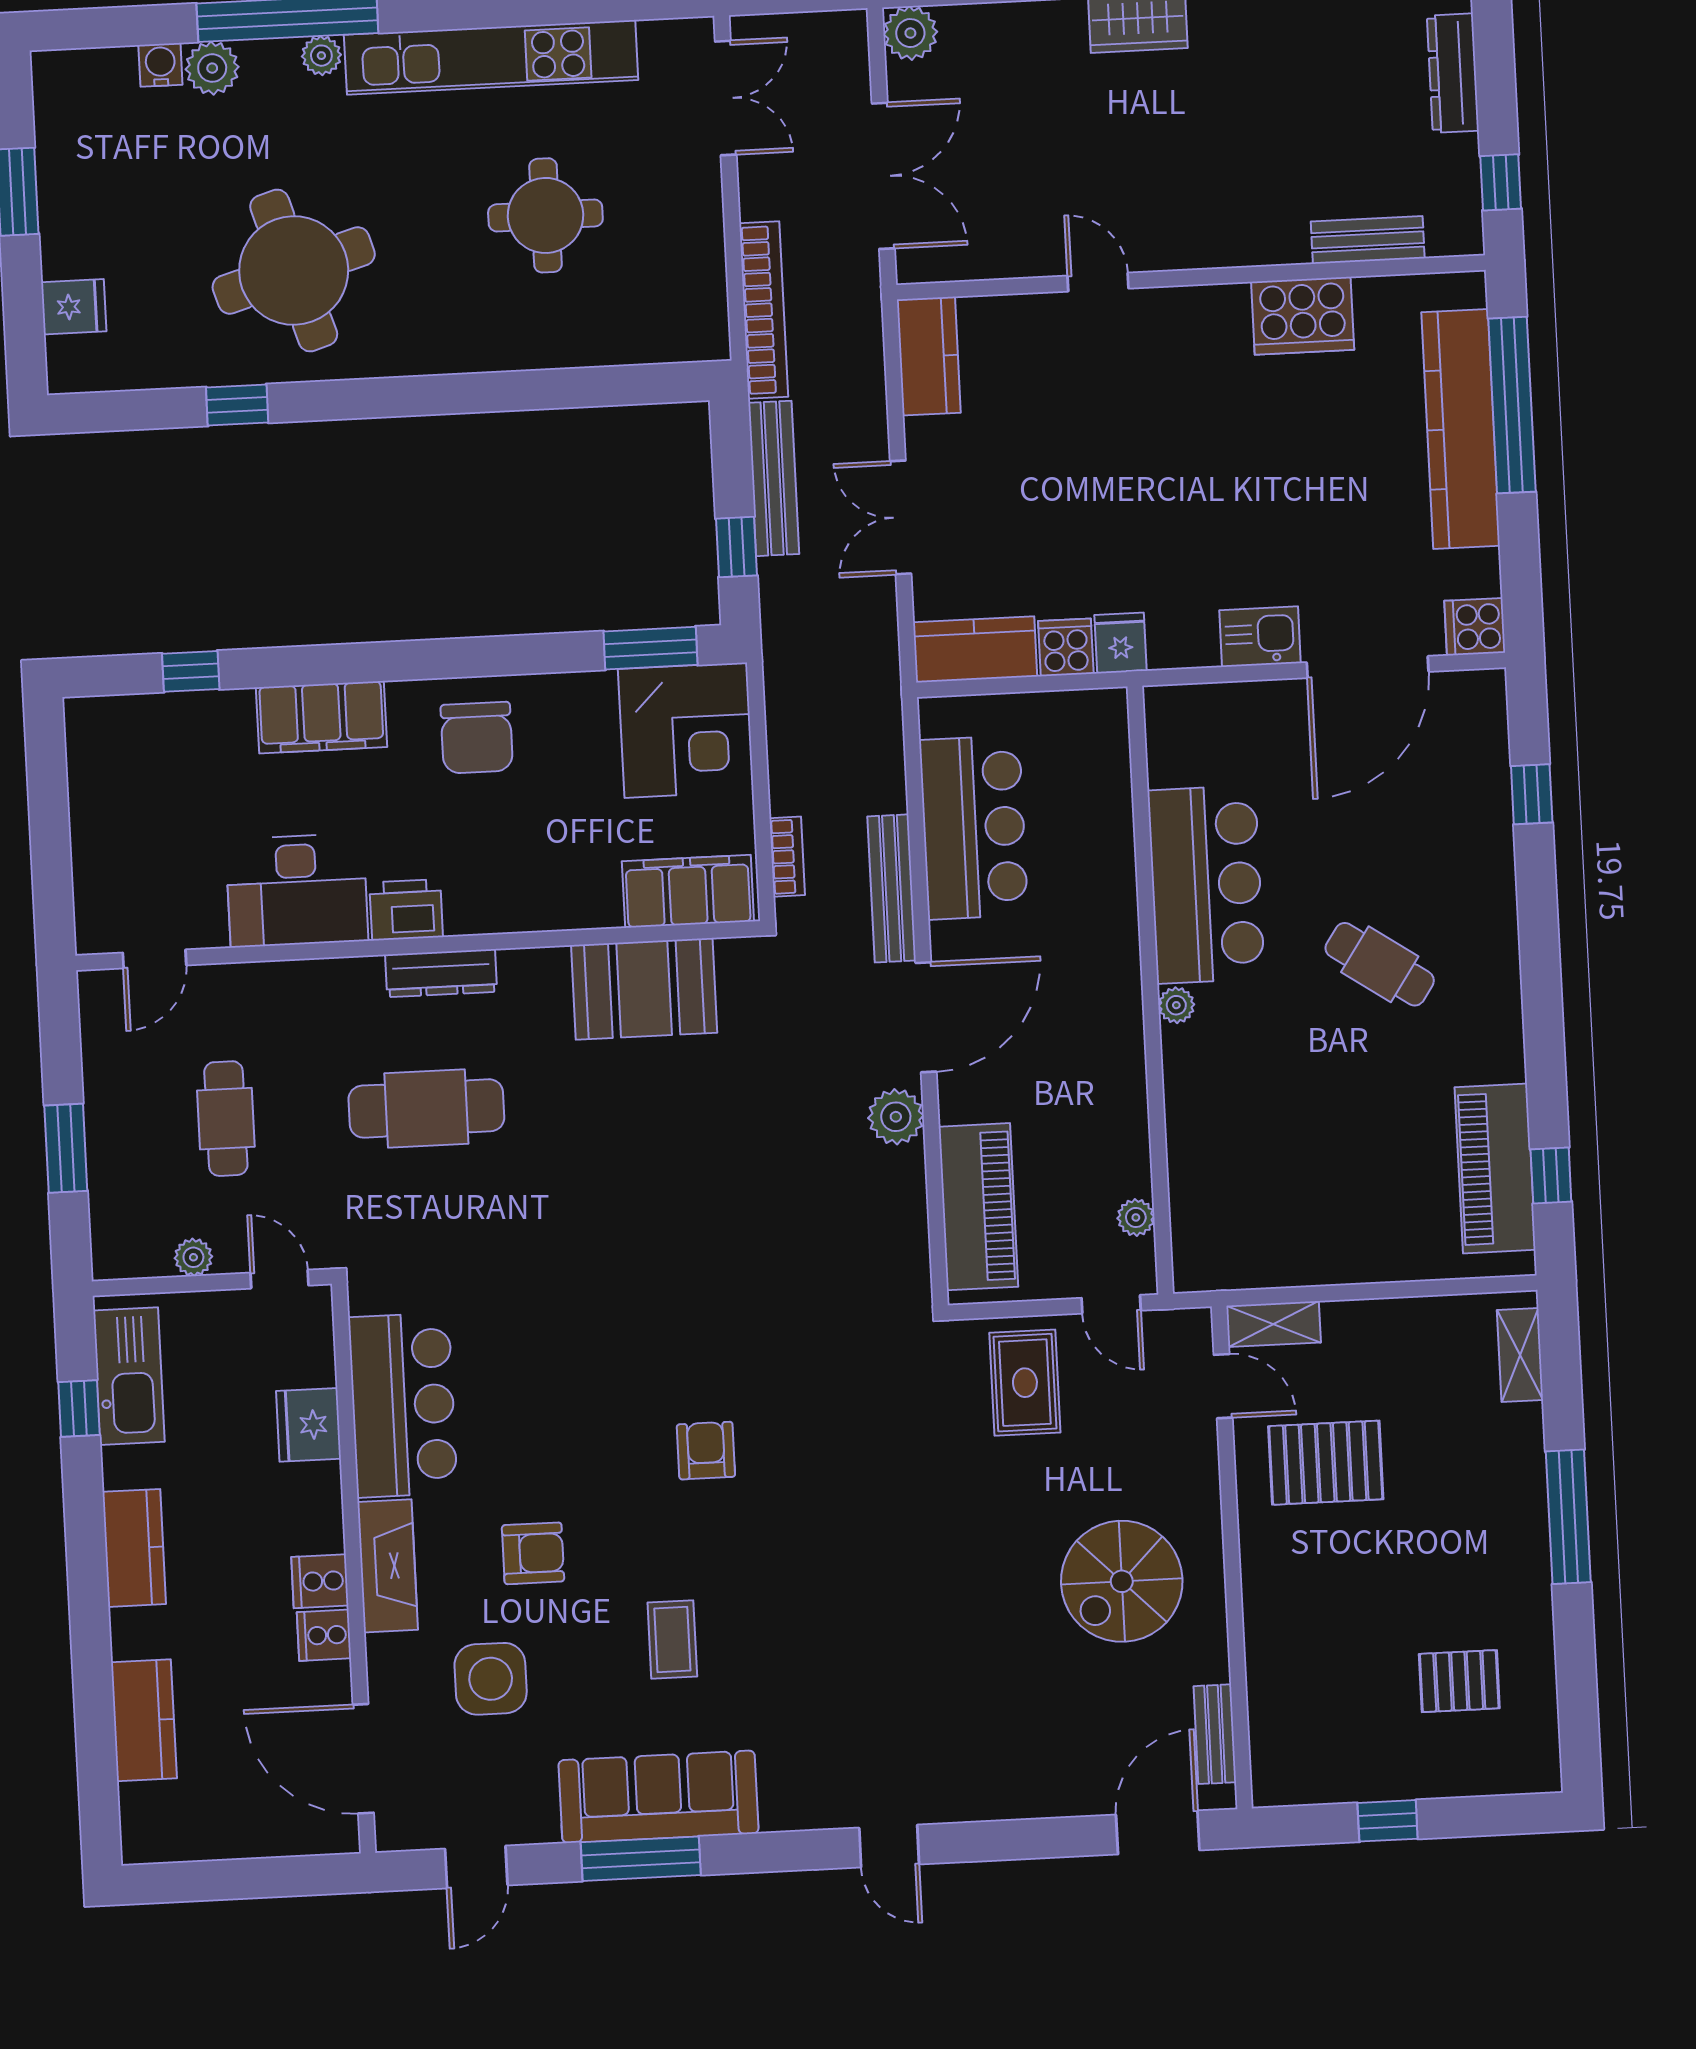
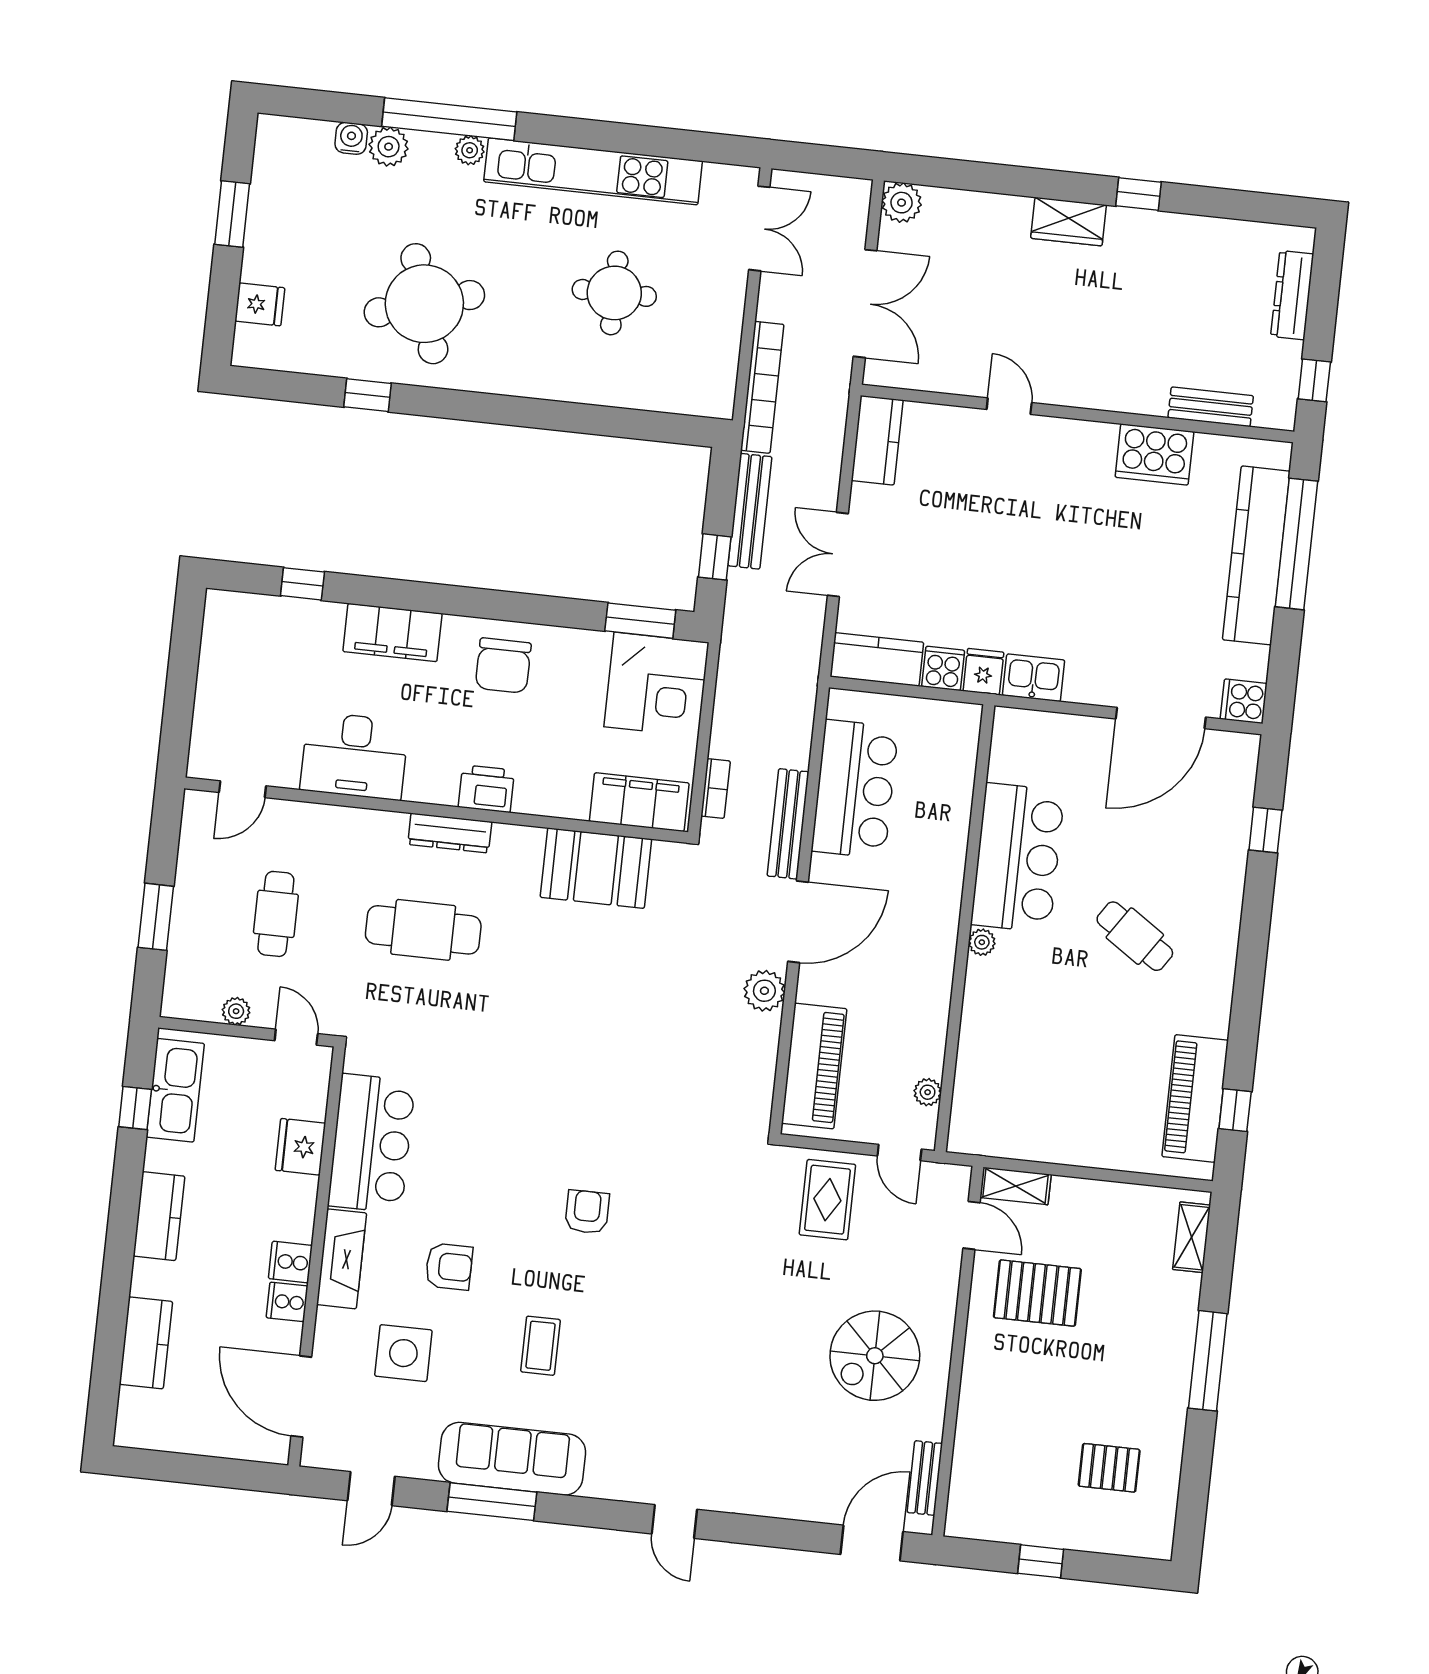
kitchen sink: (1260, 637) -> (1034, 678), moved
printer: (406, 910) -> (486, 789), moved

